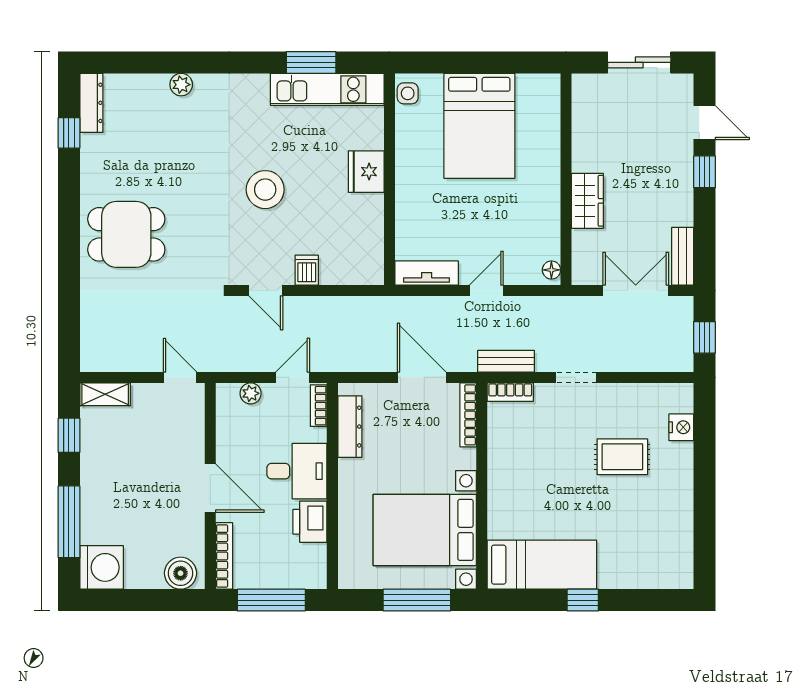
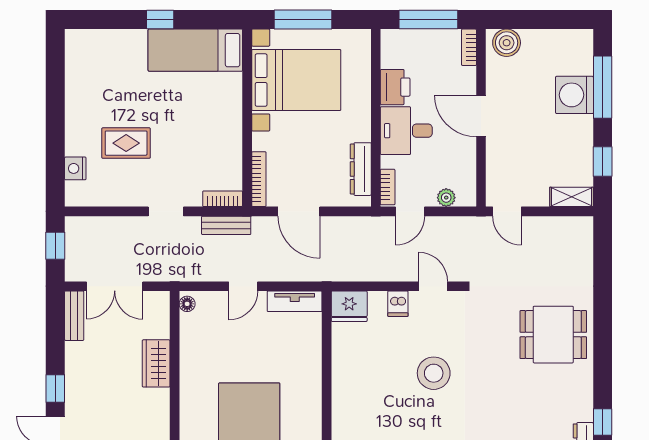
fridge: (366, 172) -> (349, 306), moved, turned 90
bookcase: (224, 556) -> (469, 47), width x0.64
washing machine: (102, 567) -> (574, 95), moved

